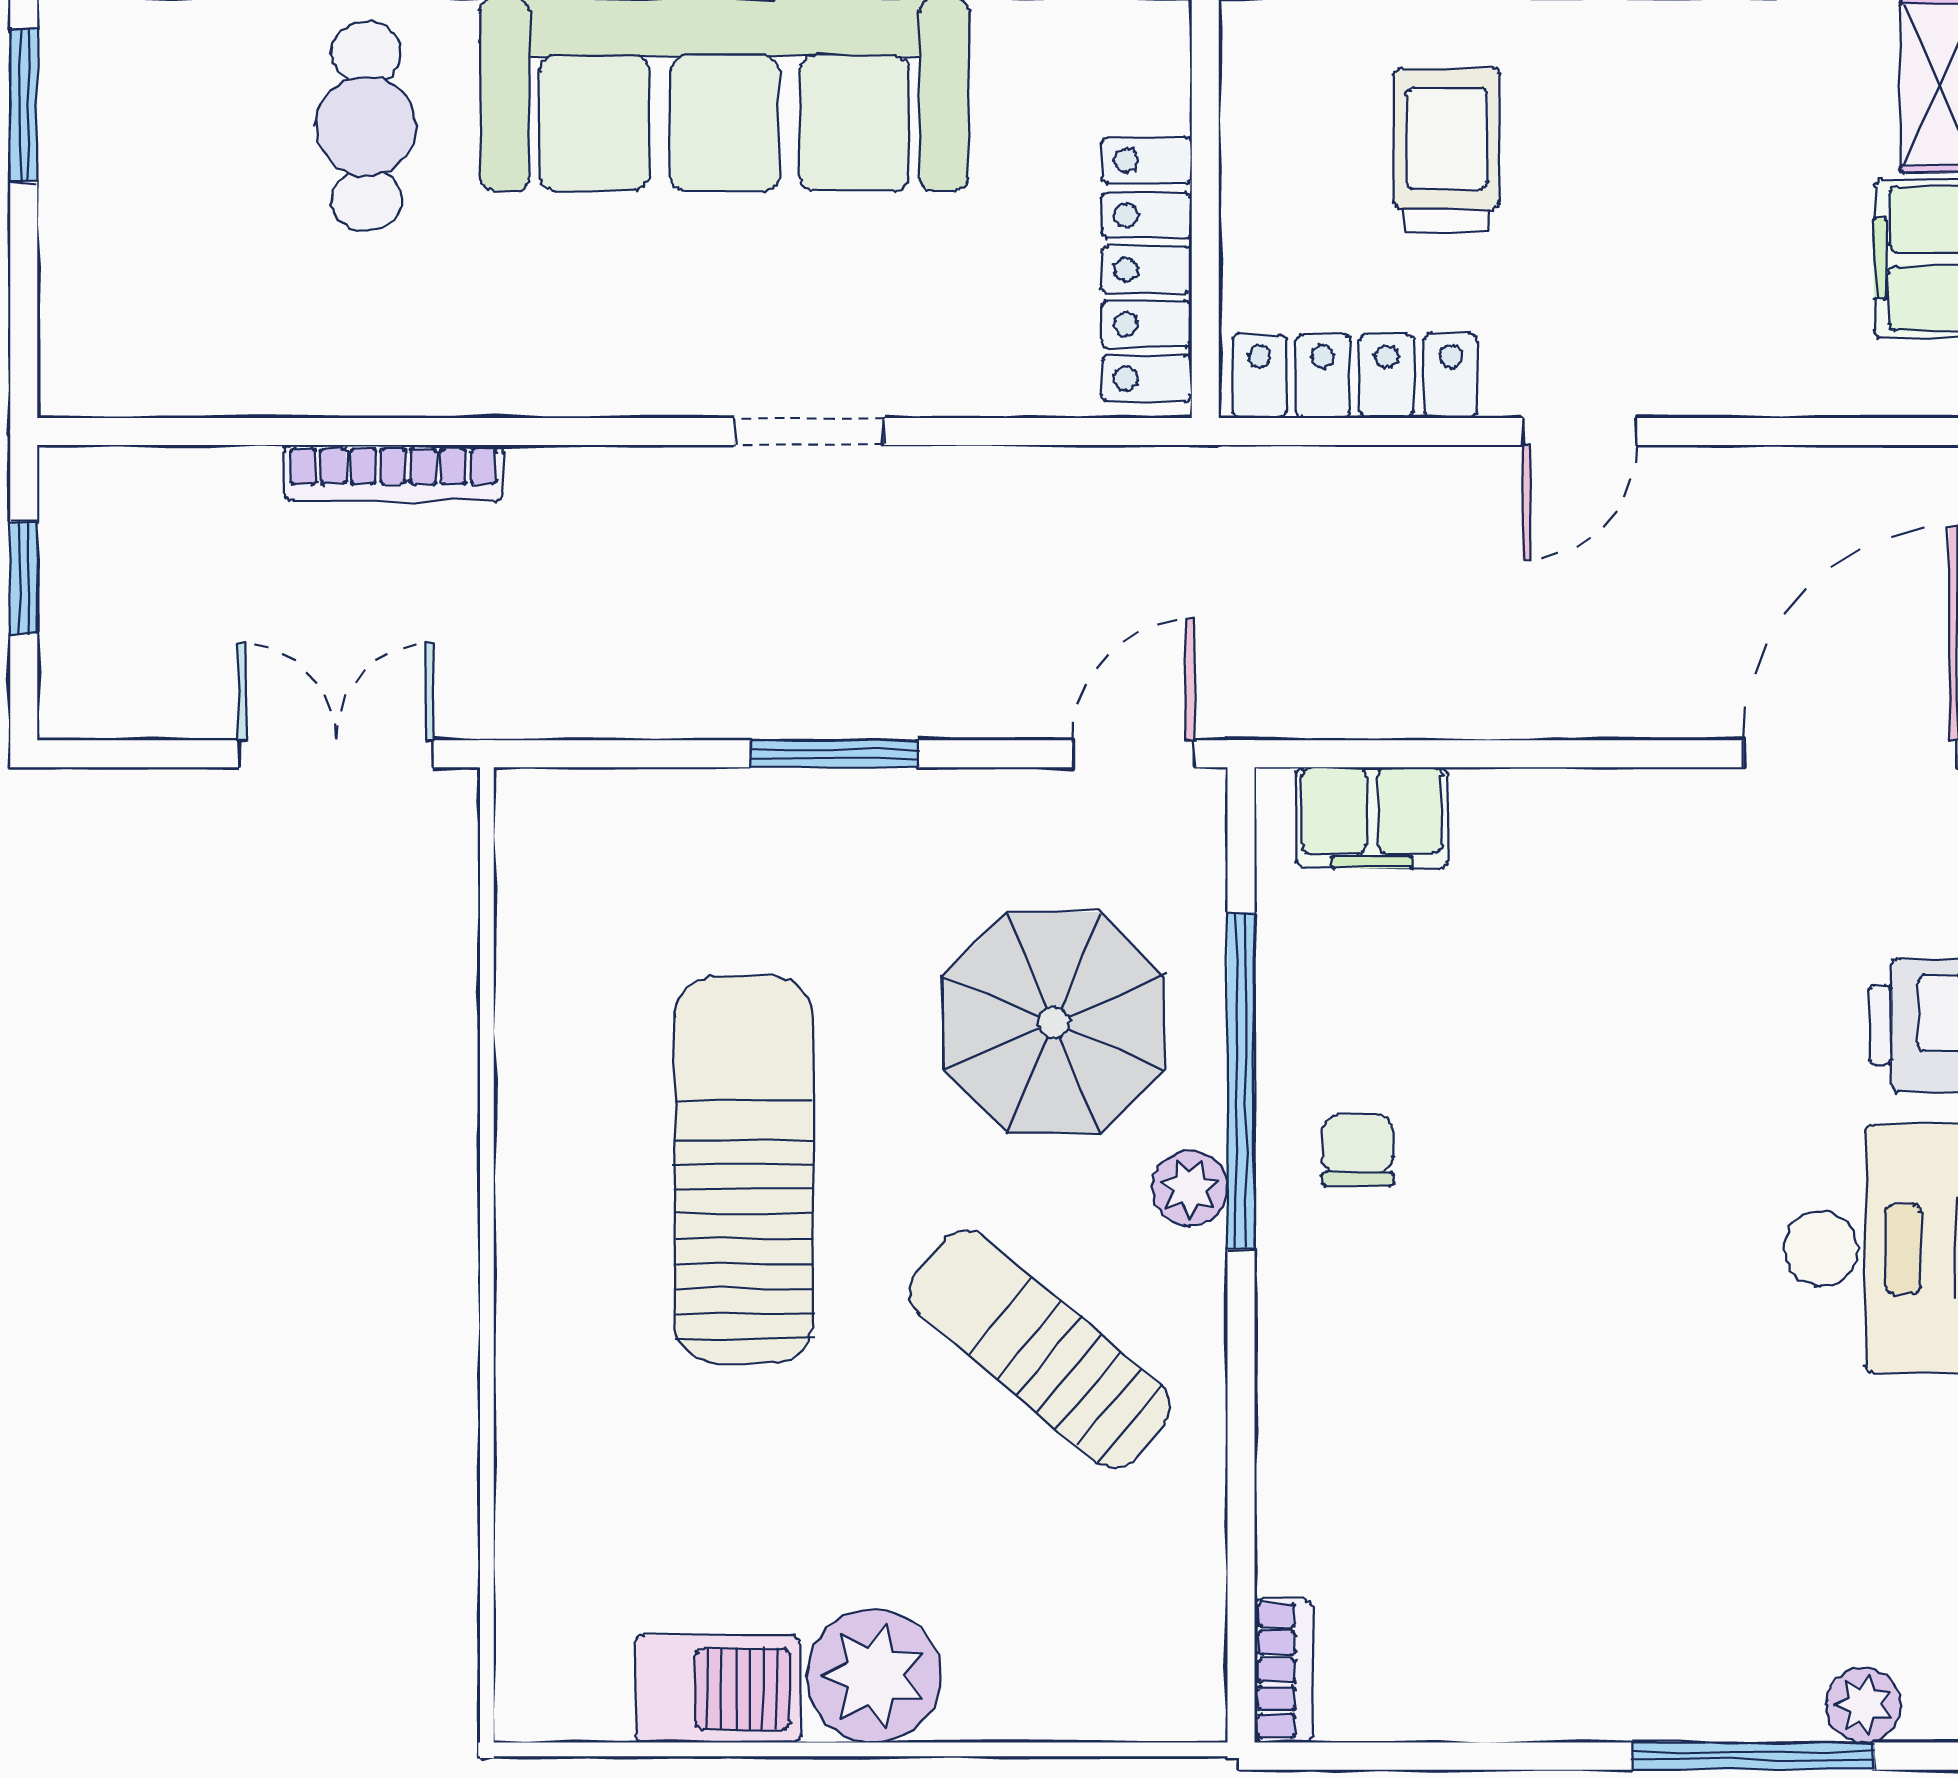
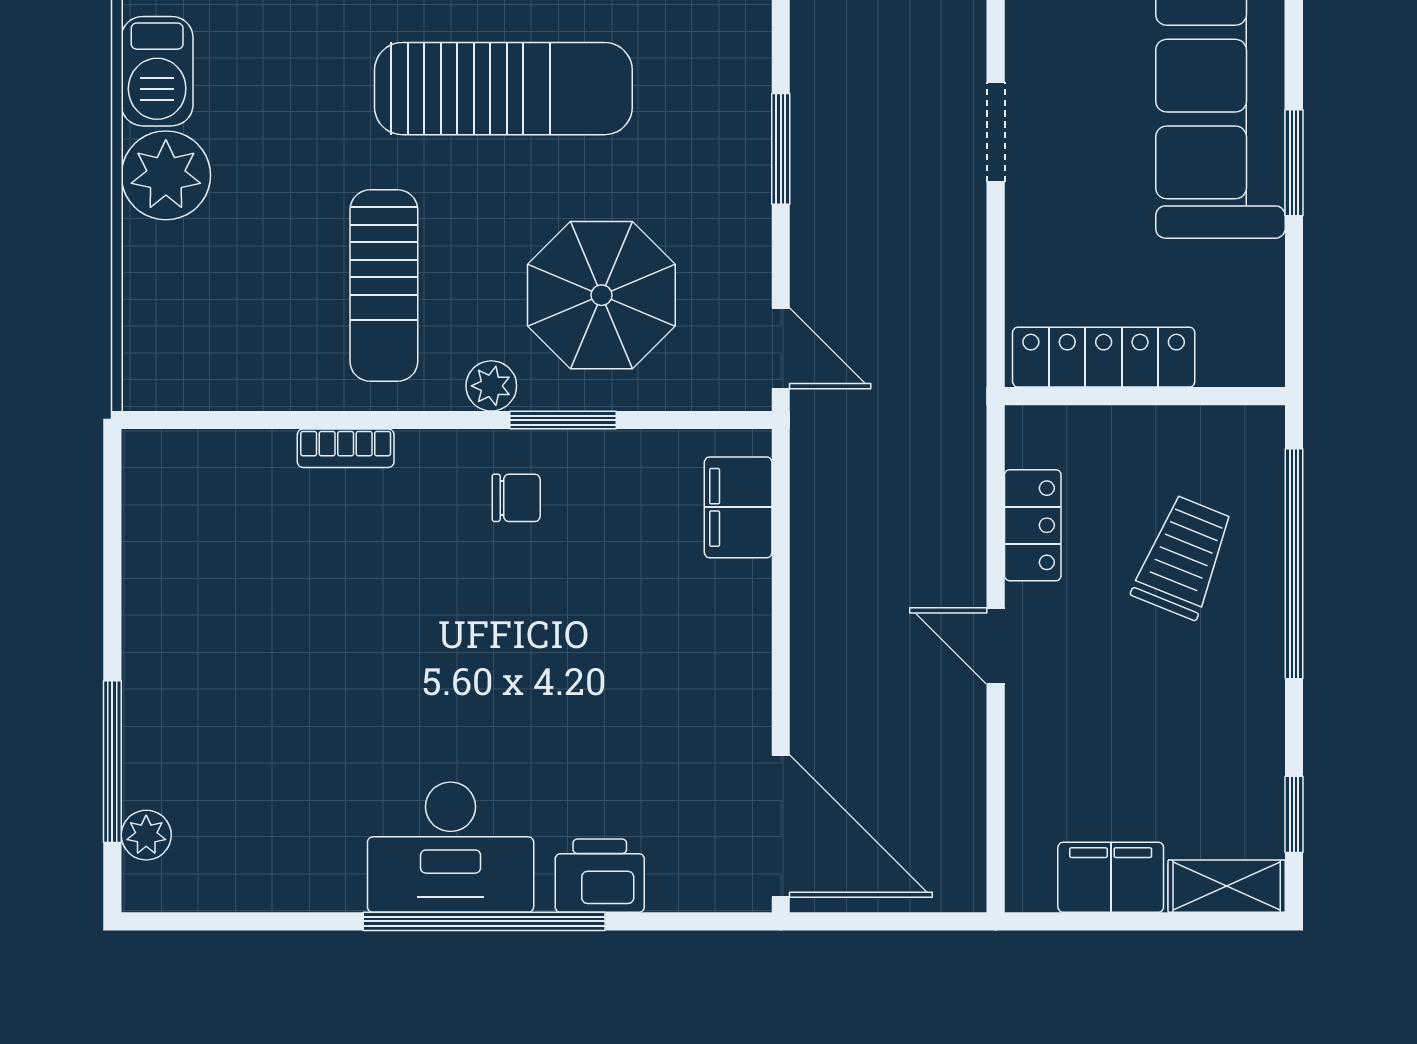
trolley: (1447, 150) -> (1183, 557), turned -68
locker: (1355, 376) -> (1033, 525), width x0.66
window: (1241, 1080) -> (563, 420), width x0.47
sun lounger: (1039, 1349) -> (384, 286), turned 140
bookcase: (1283, 1670) -> (346, 448), moved

